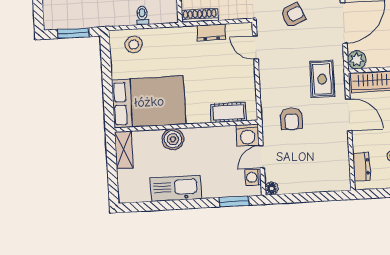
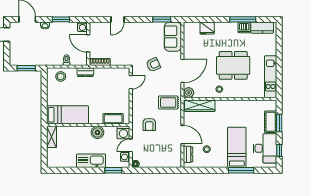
dresser: (211, 32) -> (85, 72), moved
door: (255, 47) -> (131, 82), swing flipped
rug: (322, 79) -> (168, 103), turned 90
bed: (149, 102) -> (68, 115), width x0.67
door: (349, 115) -> (182, 135), moved
boiler: (173, 139) -> (97, 132), moved
kitchen sink: (176, 188) -> (91, 161), moved

